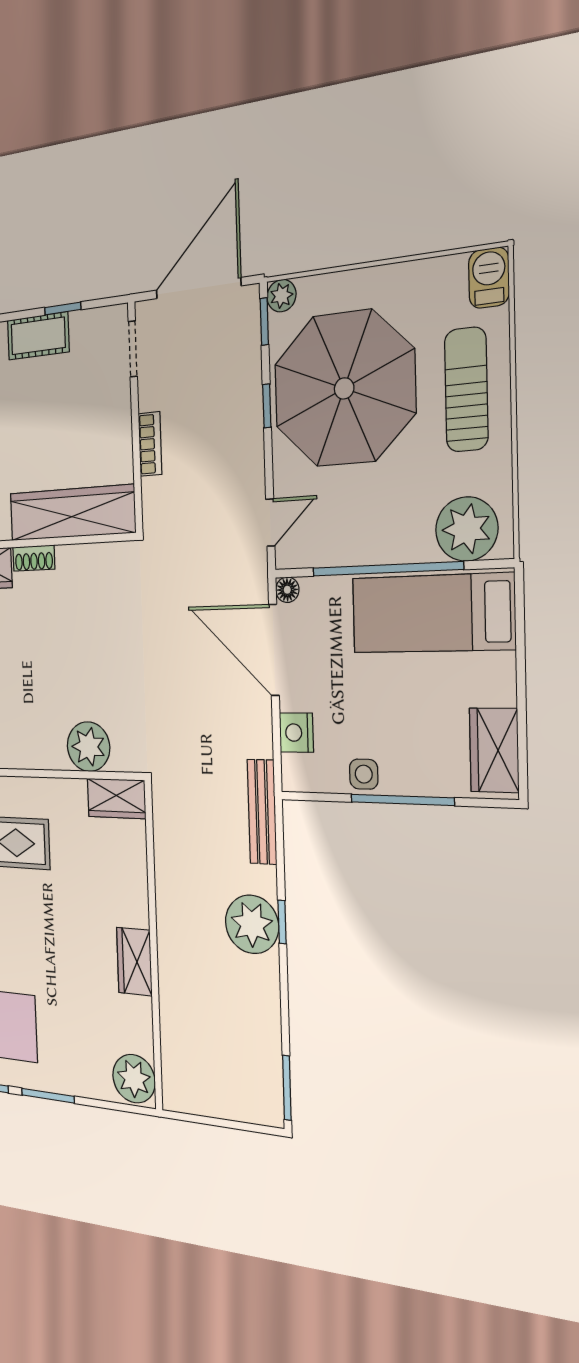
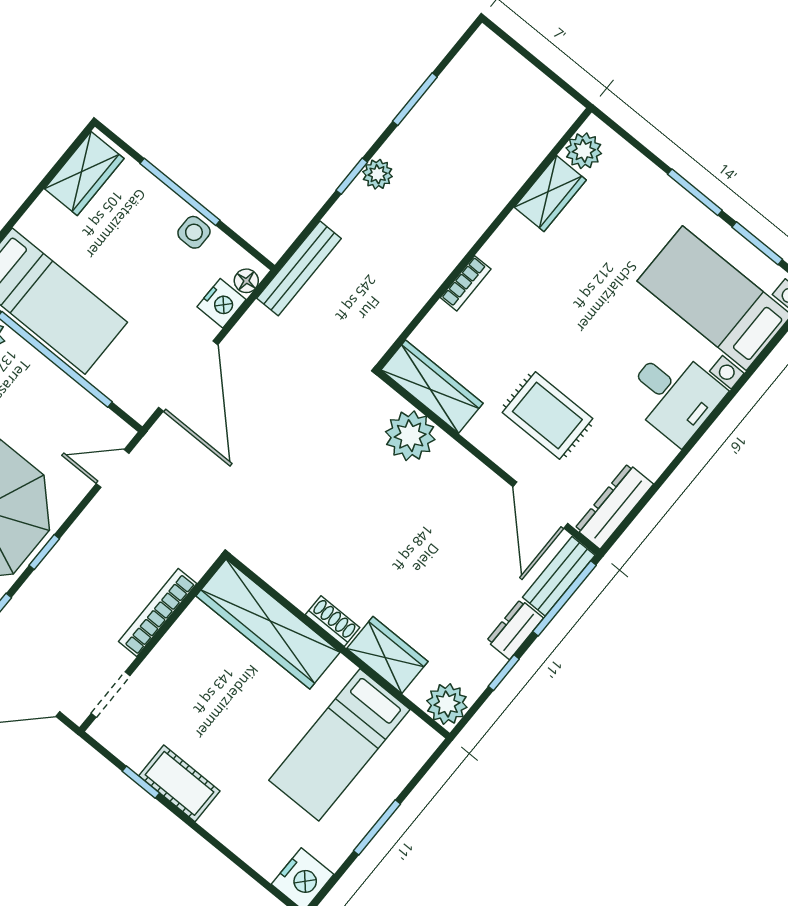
bookcase: (150, 444) -> (158, 613), width x1.56
floor lamp: (287, 590) -> (246, 281), moved
wardrobe: (116, 798) -> (432, 387), width x1.50
bookcase: (140, 900) -> (466, 283), added
plant: (252, 924) -> (378, 174), width x0.53, depth x0.53
wardrobe: (134, 962) -> (550, 194), moved
plant: (134, 1079) -> (584, 151), width x0.73, depth x0.73
window: (287, 1088) -> (415, 99), moved

